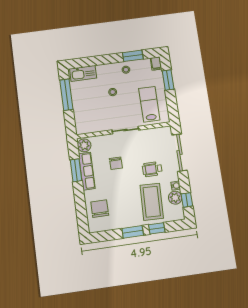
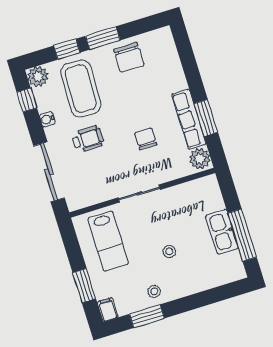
kitchen sink: (83, 73) -> (222, 232), moved, turned -90
plant: (175, 198) -> (38, 77), moved
chair: (100, 209) -> (129, 57), moved

